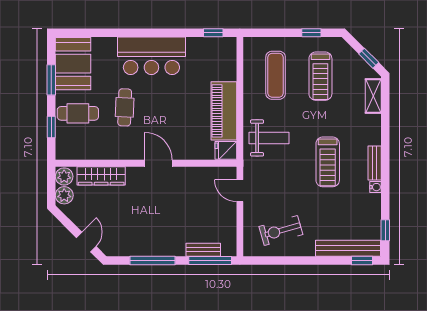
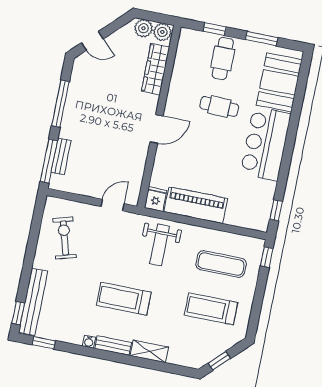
window: (311, 33) -> (267, 257), moved
booth: (73, 64) -> (279, 82), moved, turned 90
shelving: (373, 96) -> (149, 351), moved

